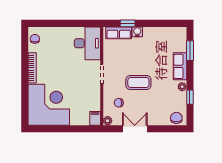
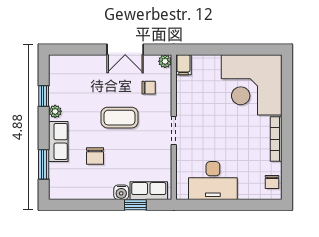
desk: (87, 43) -> (213, 181), moved, turned -90
chair: (176, 118) -> (95, 156), moved

